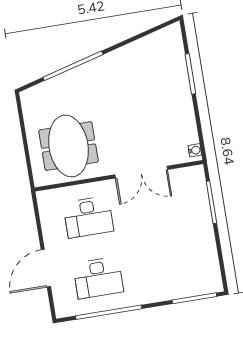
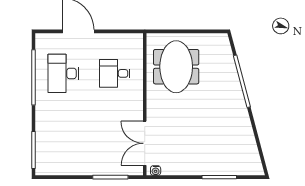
meeting table: (69, 146) -> (176, 67), turned 90
double door: (141, 172) -> (145, 143), moved
desk: (88, 217) -> (115, 73), width x0.73

